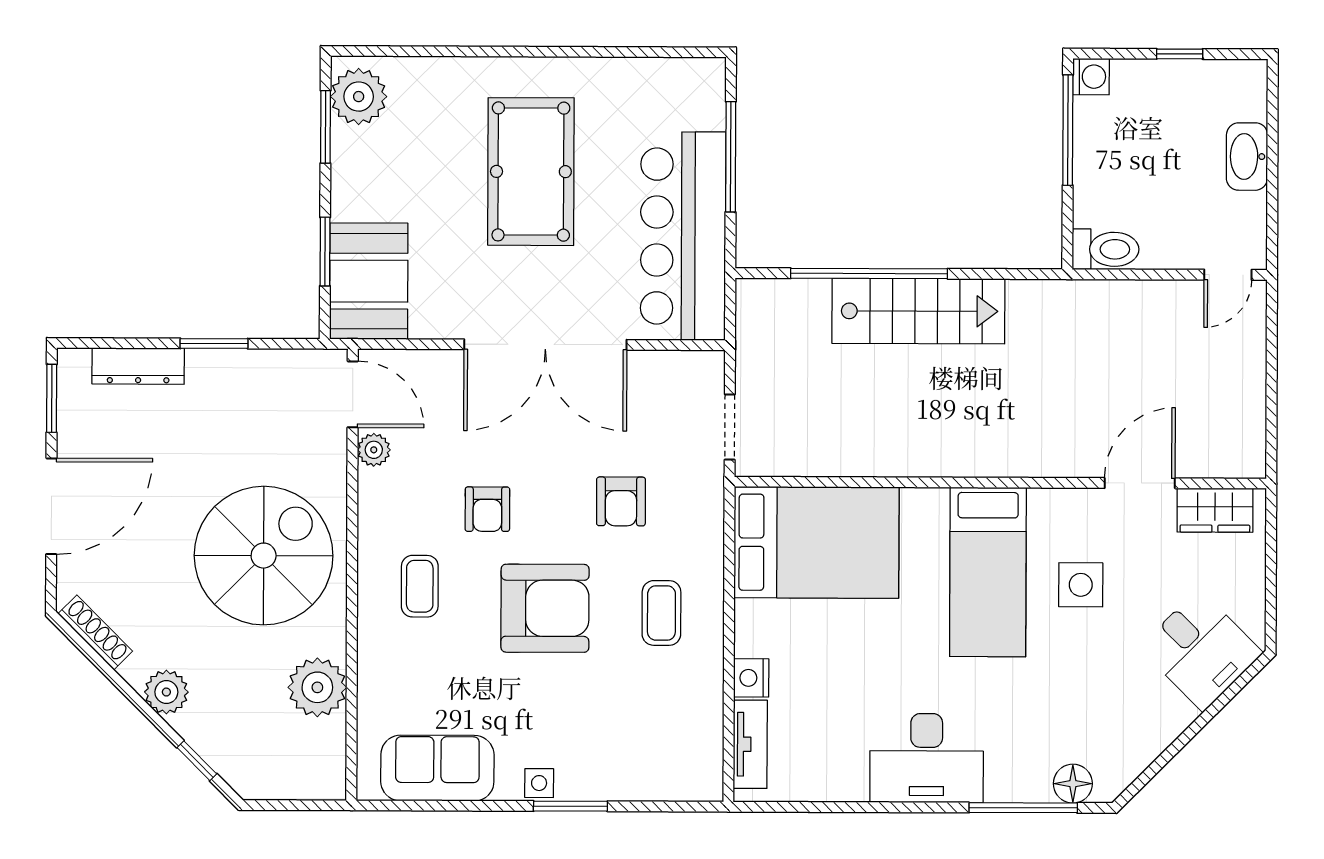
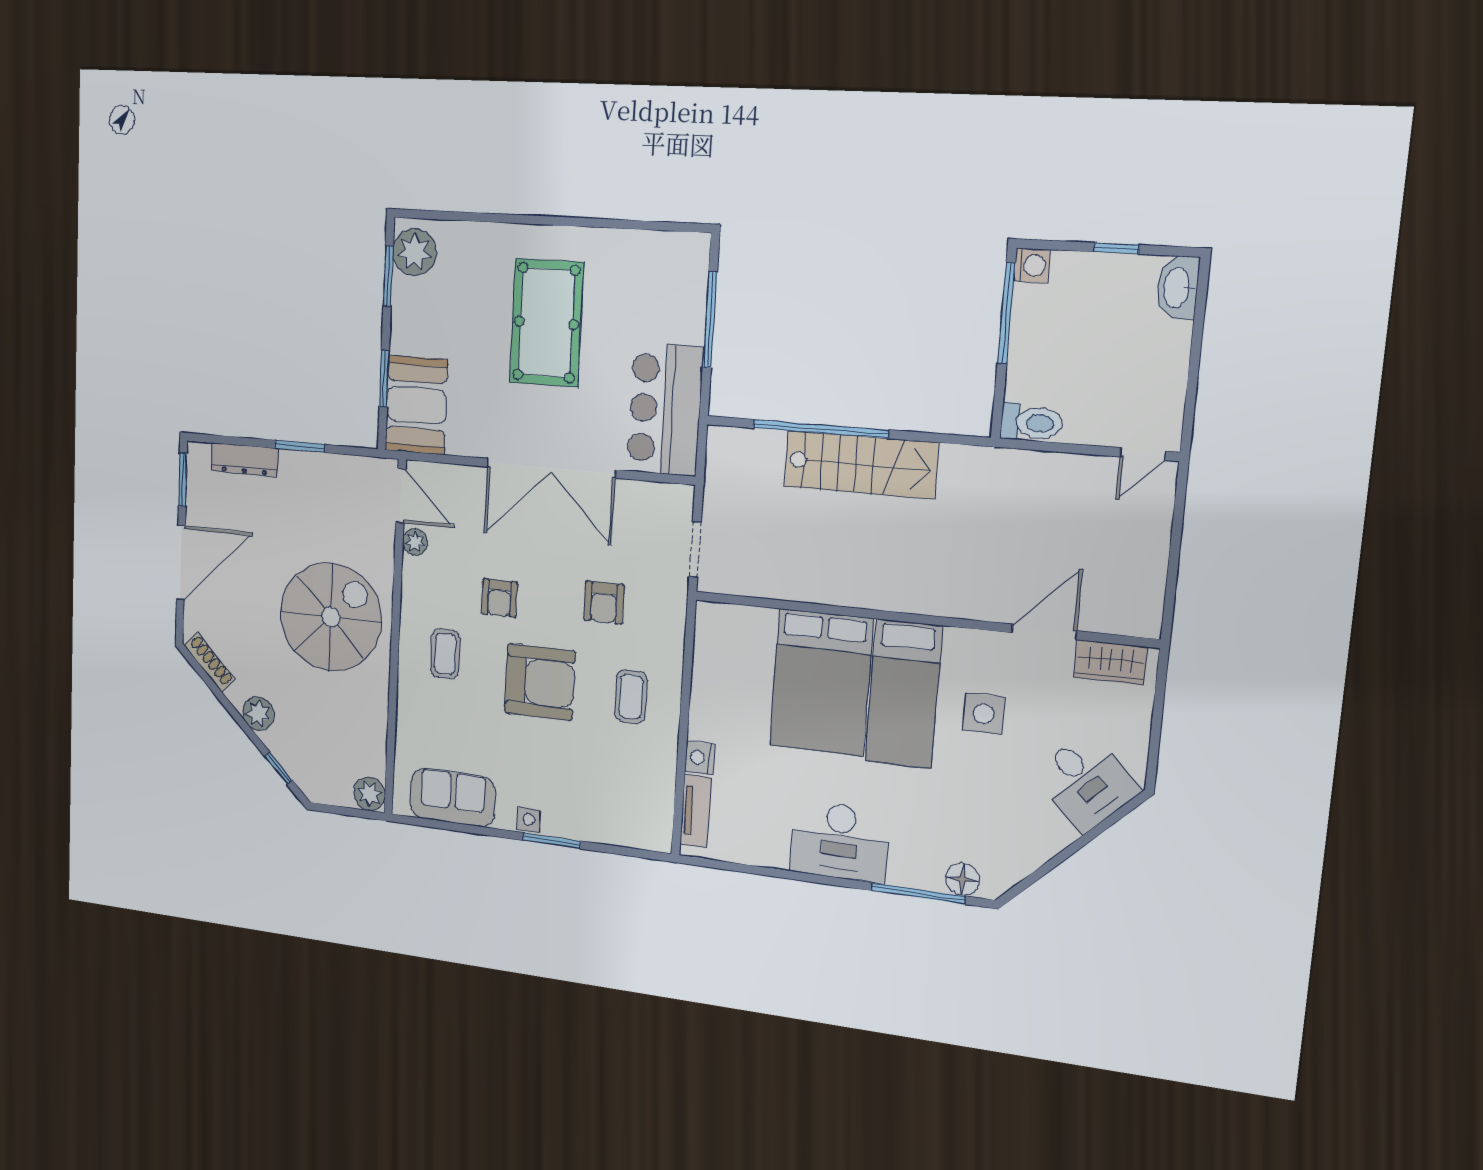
washbasin: (1247, 157) -> (1178, 288), moved
bar counter: (683, 236) -> (665, 409), width x0.73
bed: (816, 542) -> (821, 682), moved, turned 90
plant: (317, 687) -> (370, 794), moved, width x0.73, depth x0.73

